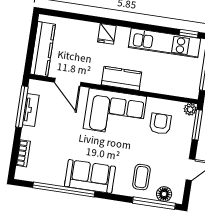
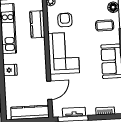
kitchen counter: (122, 78) -> (37, 24), moved
armchair: (160, 124) -> (65, 20), turned 90

